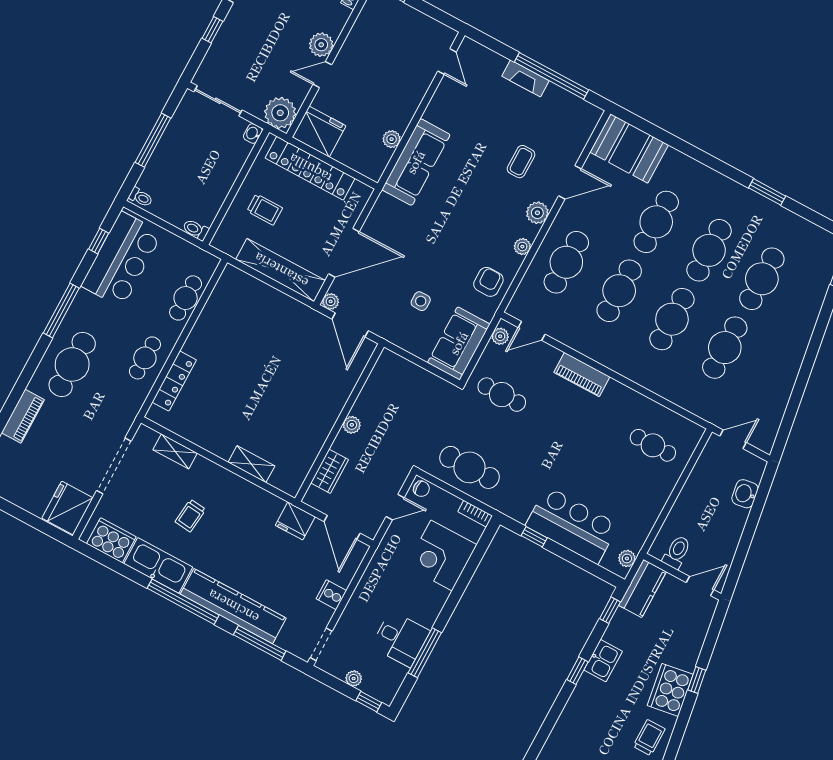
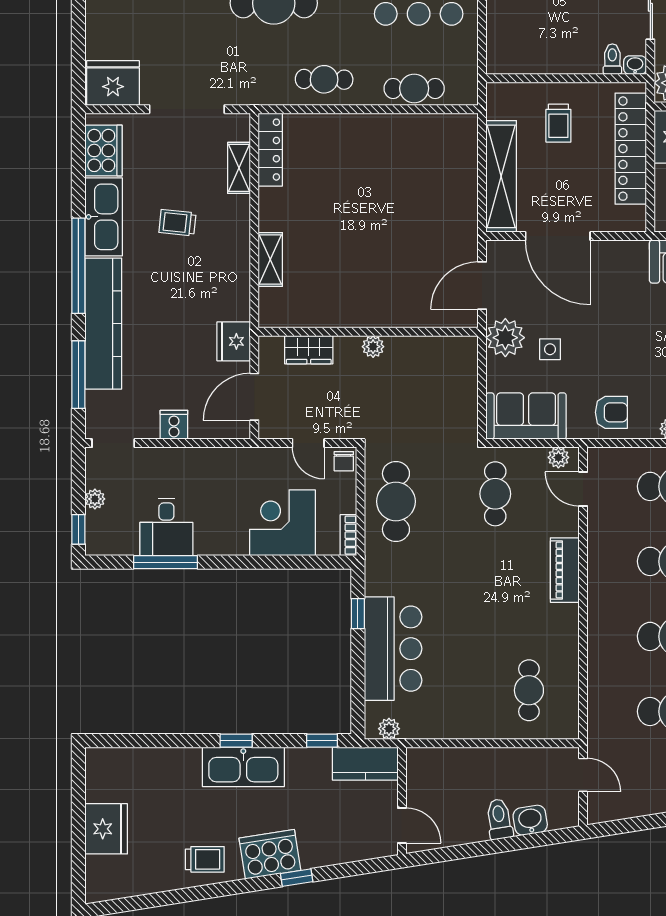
toilet: (196, 230) -> (612, 59), moved
plant: (331, 301) -> (505, 338), moved, width x1.88, depth x1.88
locker: (174, 381) -> (270, 150), moved, turned -90
toilet: (677, 552) -> (499, 819), moved, turned -99
kitchen sink: (603, 661) -> (243, 767), width x1.88, depth x1.24

